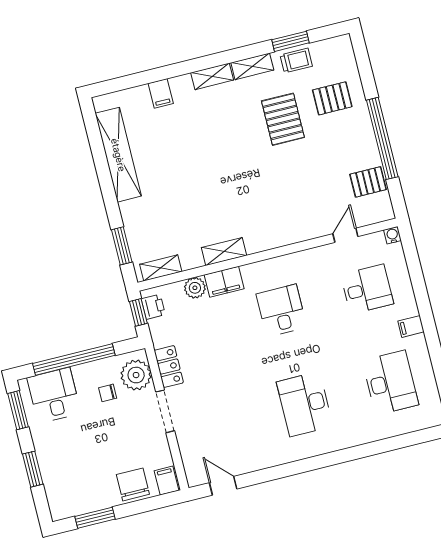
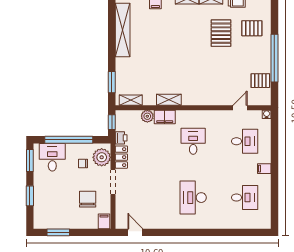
printer: (153, 307) -> (121, 138), moved
desk: (390, 383) -> (245, 198), width x0.73
chair: (133, 484) -> (88, 199), moved

